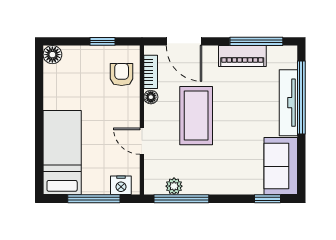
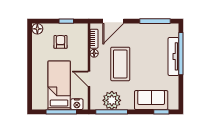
door: (184, 41) -> (113, 21), hinge flipped
piano: (242, 56) -> (147, 30), removed
armchair: (122, 74) -> (61, 42), moved
bed: (62, 153) -> (59, 85), moved
sofa: (281, 166) -> (151, 100), moved, turned 90
plant: (174, 186) -> (112, 100), width x1.87, depth x1.87

